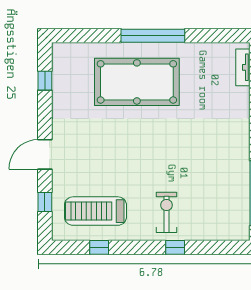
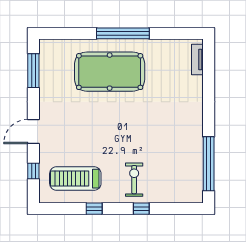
window: (45, 81) -> (33, 71), width x2.17
window: (99, 247) -> (94, 209), moved

